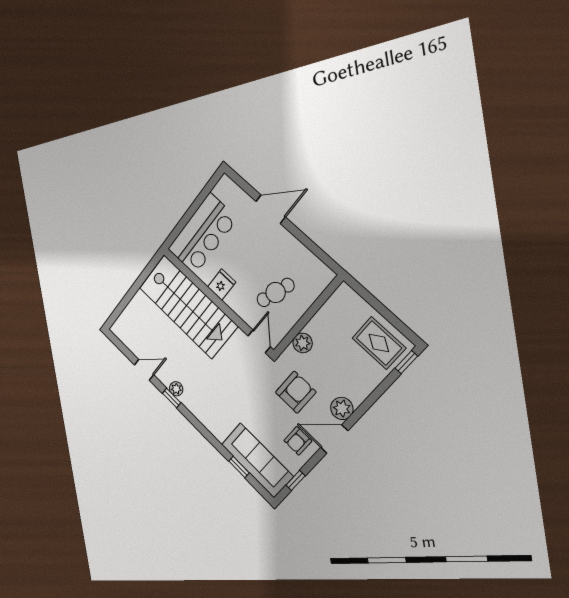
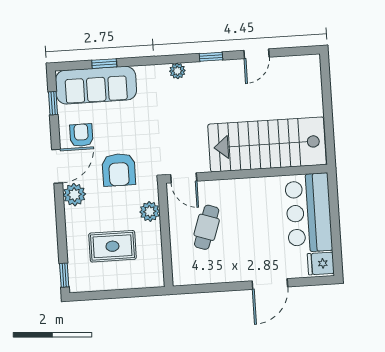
fridge: (222, 285) -> (321, 263), moved, turned 90
rug: (379, 343) -> (112, 246), moved
plant: (176, 389) -> (177, 71), moved

